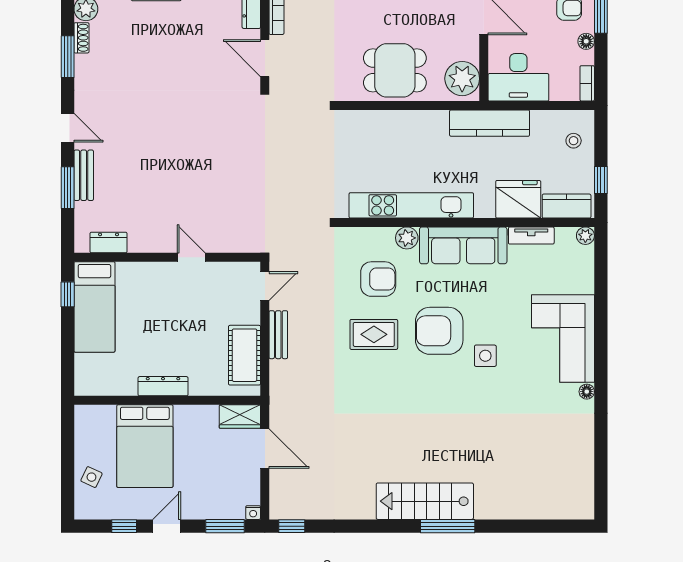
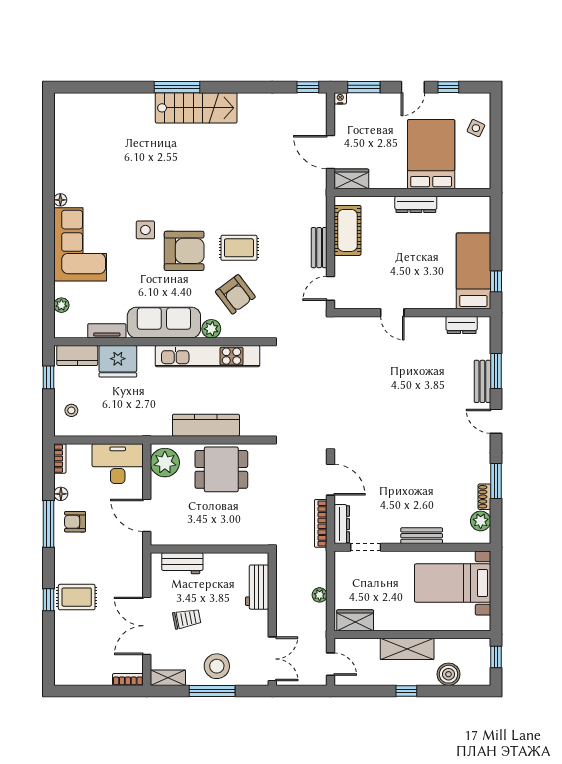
kitchen counter: (490, 123) -> (206, 425), moved
plant: (585, 236) -> (61, 305), moved
armchair: (378, 279) -> (235, 294), turned -127

